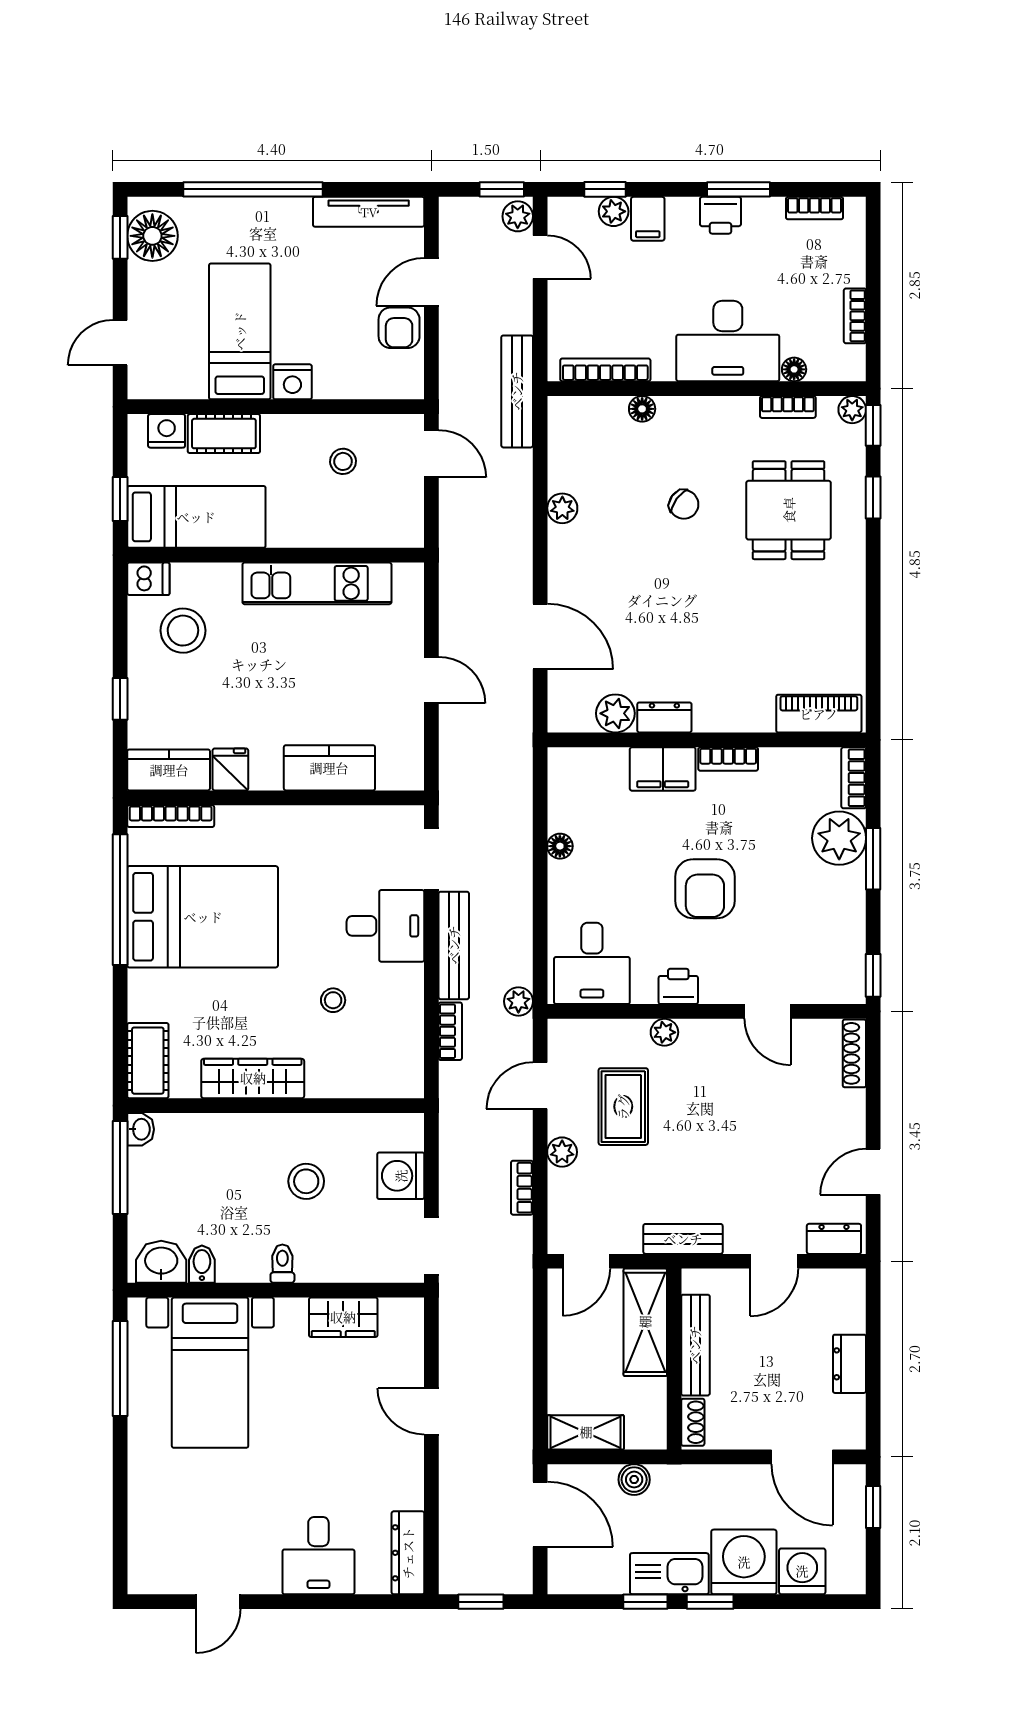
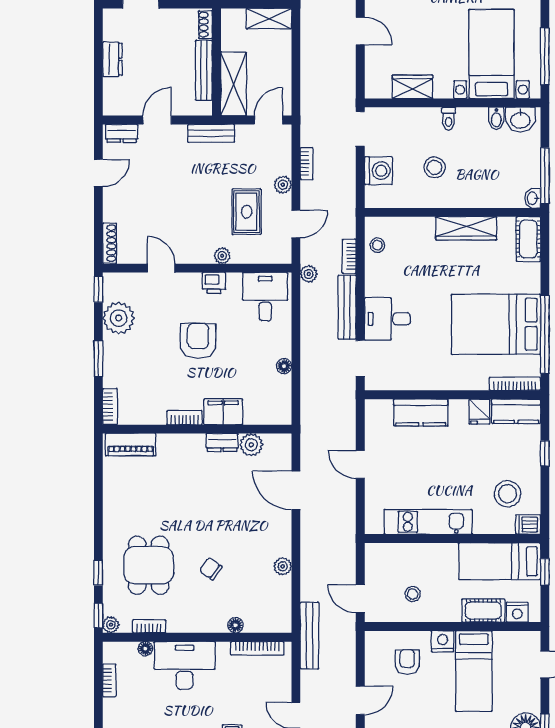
armchair: (399, 328) -> (407, 662), moved
plant: (839, 838) -> (119, 318), moved
stool: (333, 1000) -> (377, 245), moved

